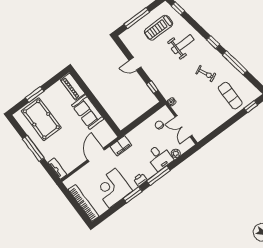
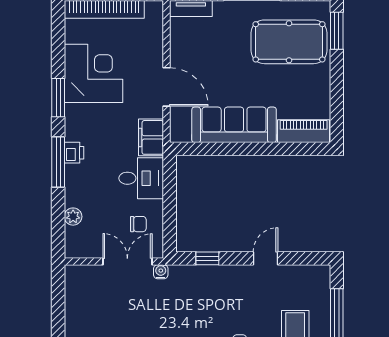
window: (35, 94) -> (337, 31), moved
sofa: (88, 112) -> (234, 125), width x1.36
double door: (183, 126) -> (127, 261), moved
desk: (159, 157) -> (141, 178), moved, turned 180
printer: (140, 180) -> (74, 153), moved

